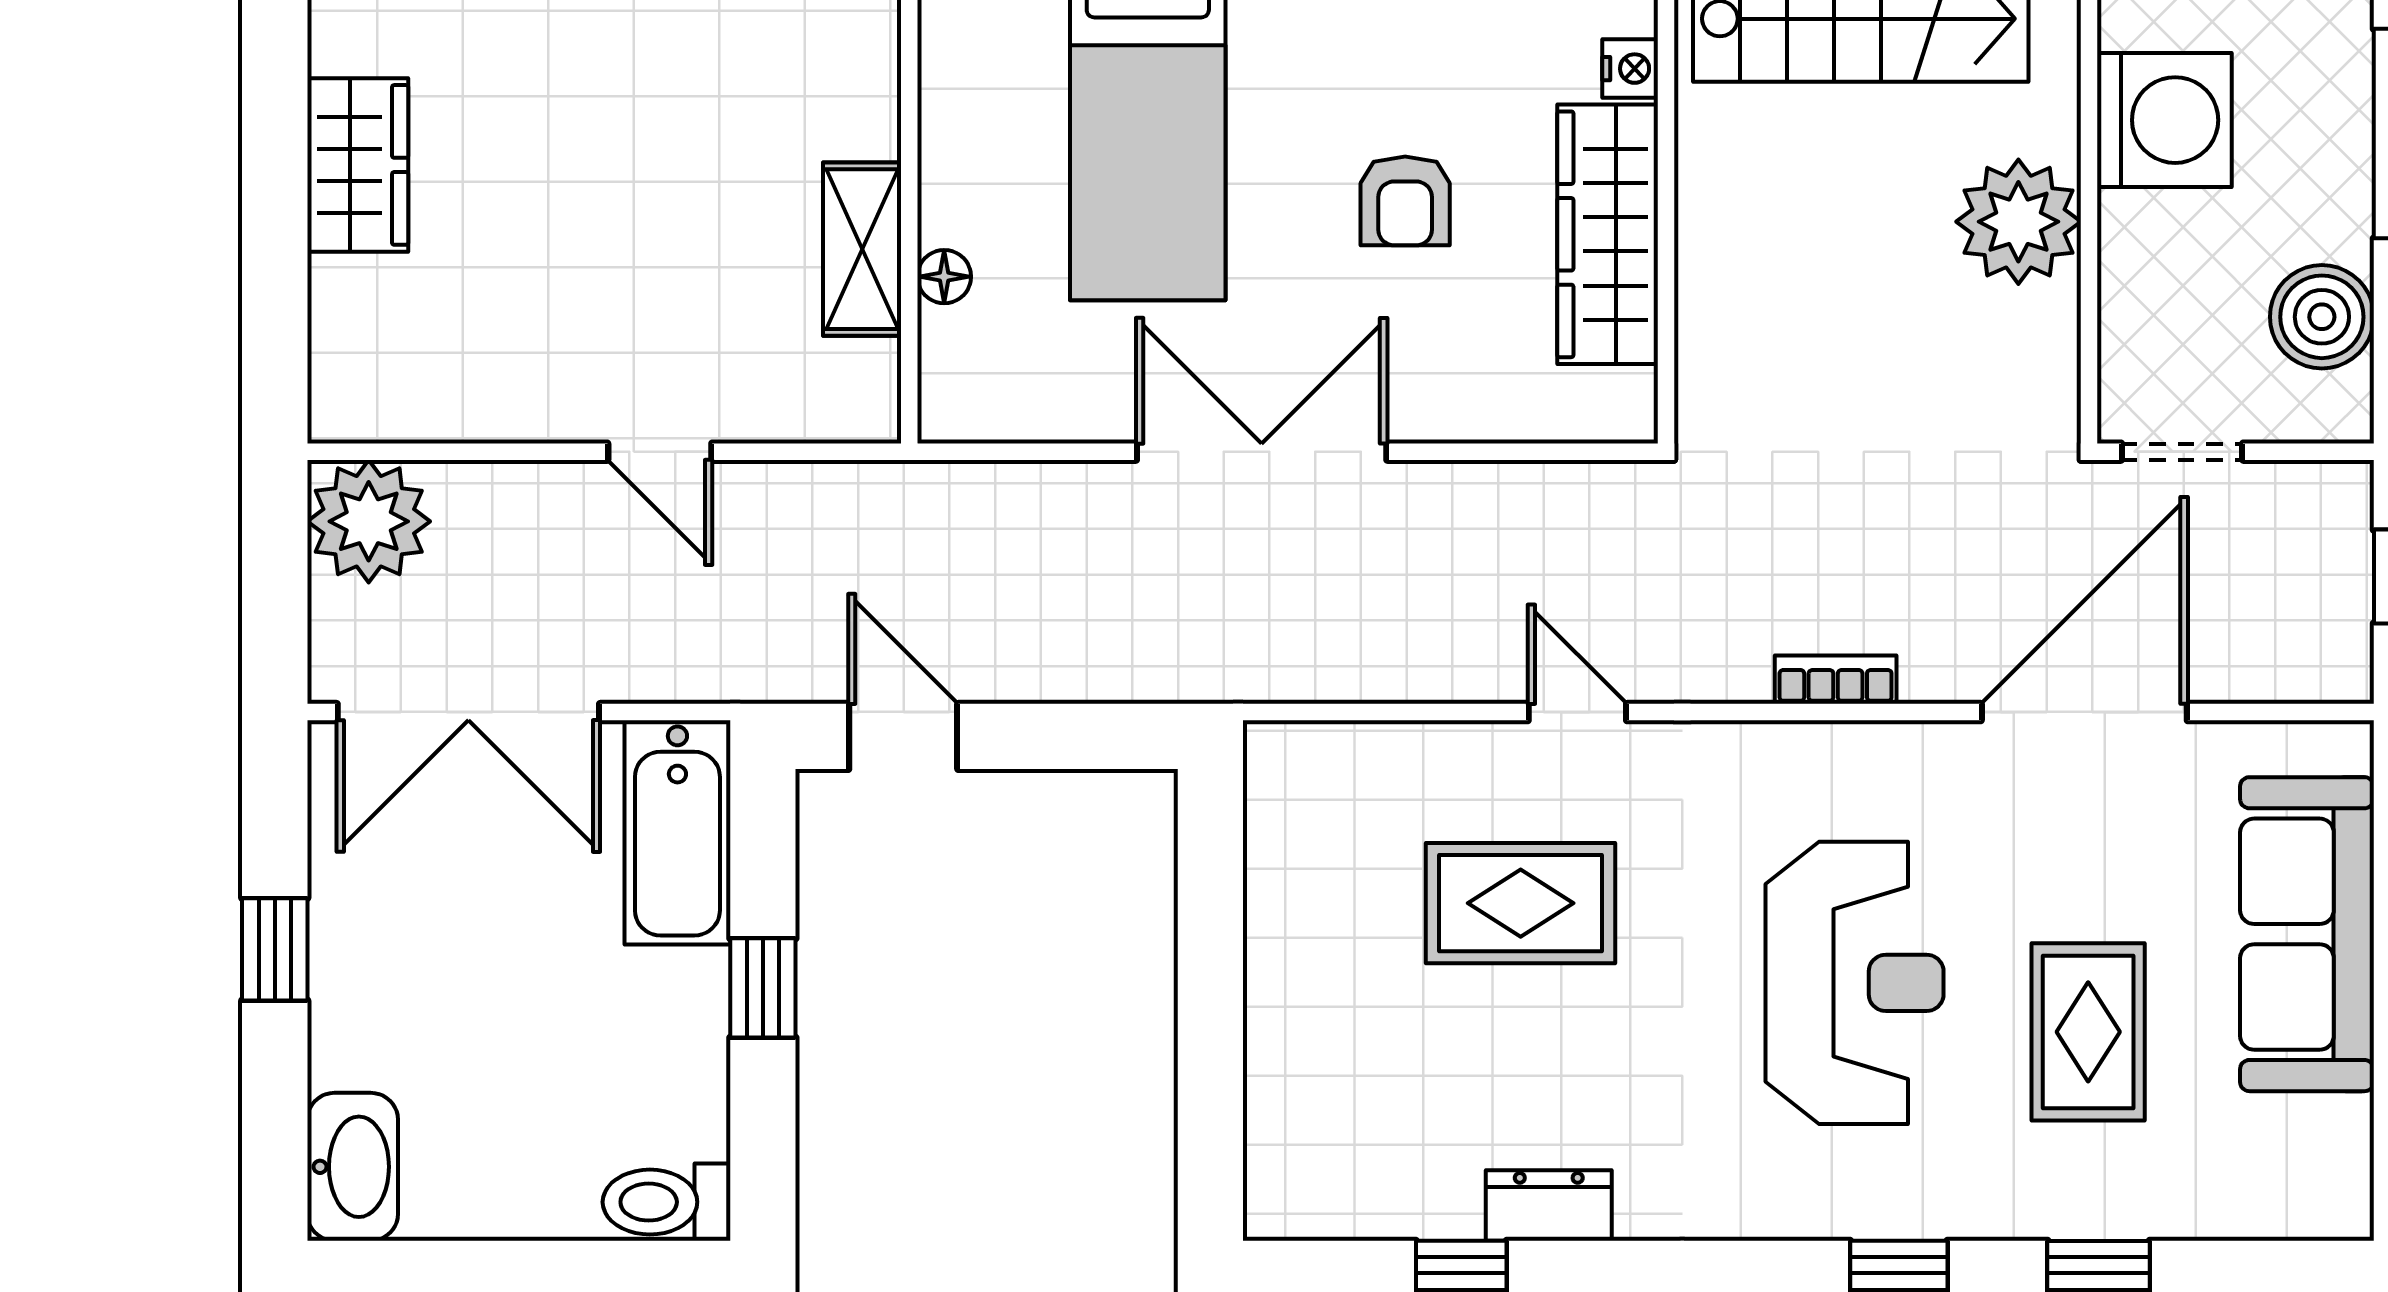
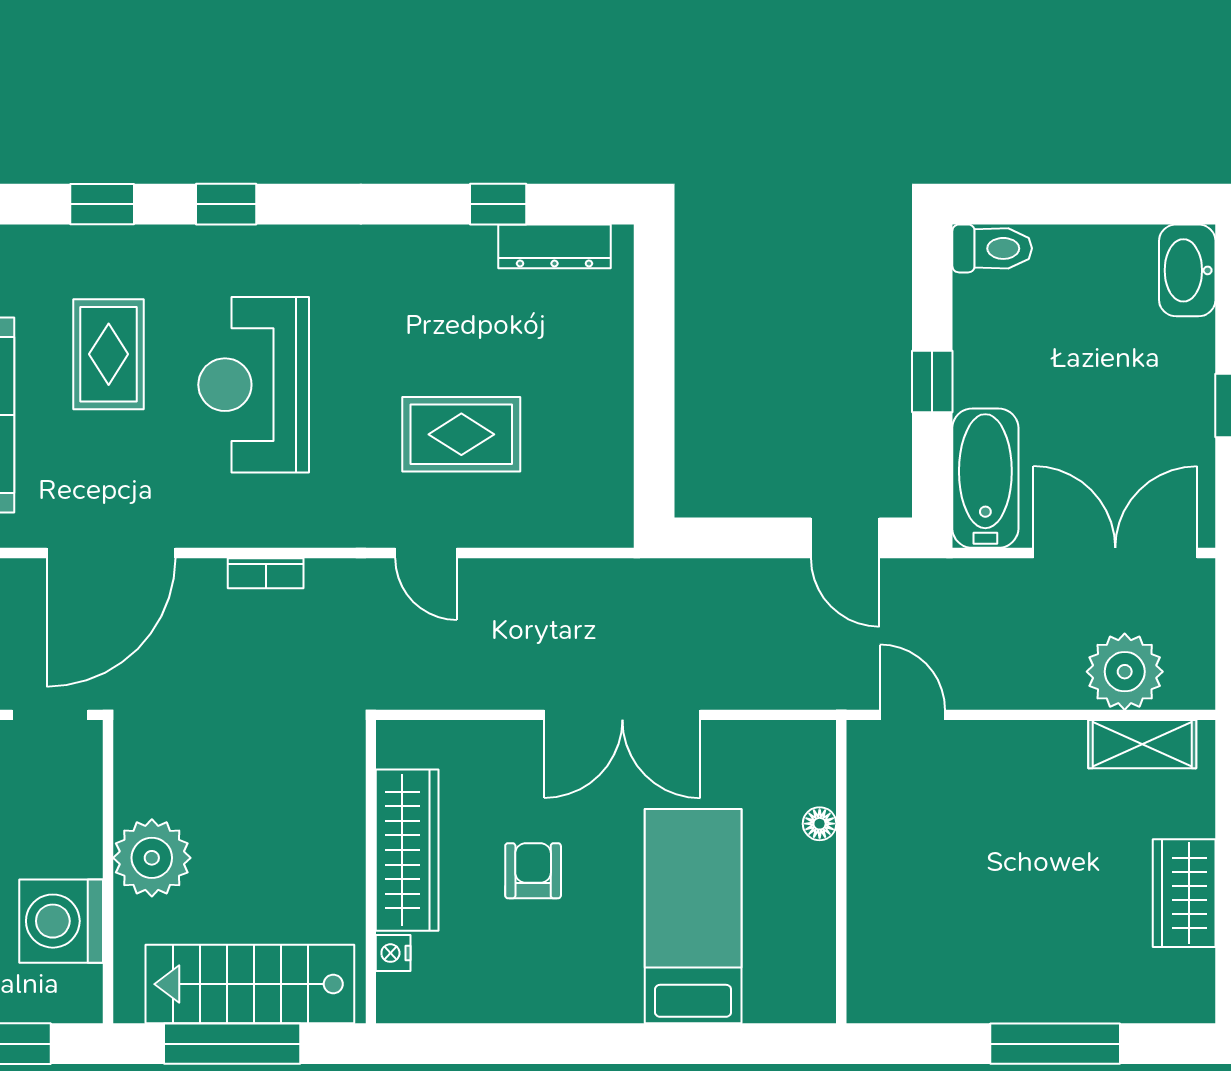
shelving: (862, 249) -> (1142, 744), moved, turned 90
door: (660, 452) -> (913, 715), moved
plant: (369, 521) -> (1125, 672), moved
dresser: (1549, 1205) -> (555, 246), moved, width x1.44

